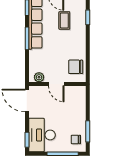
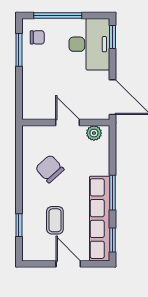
chair: (76, 67) -> (50, 169), moved, turned -132

